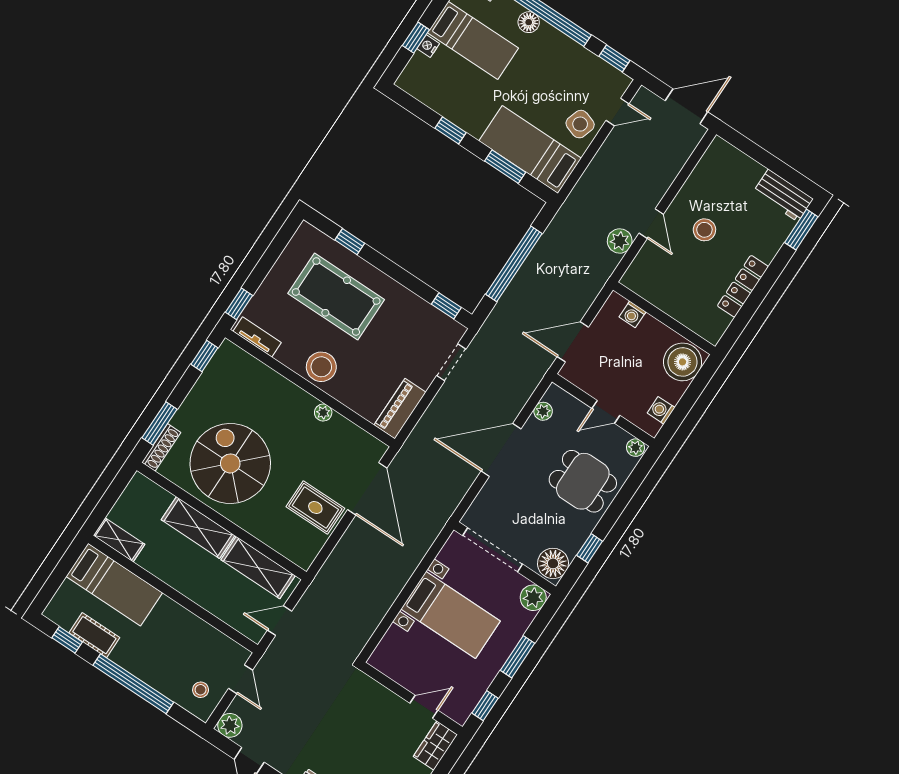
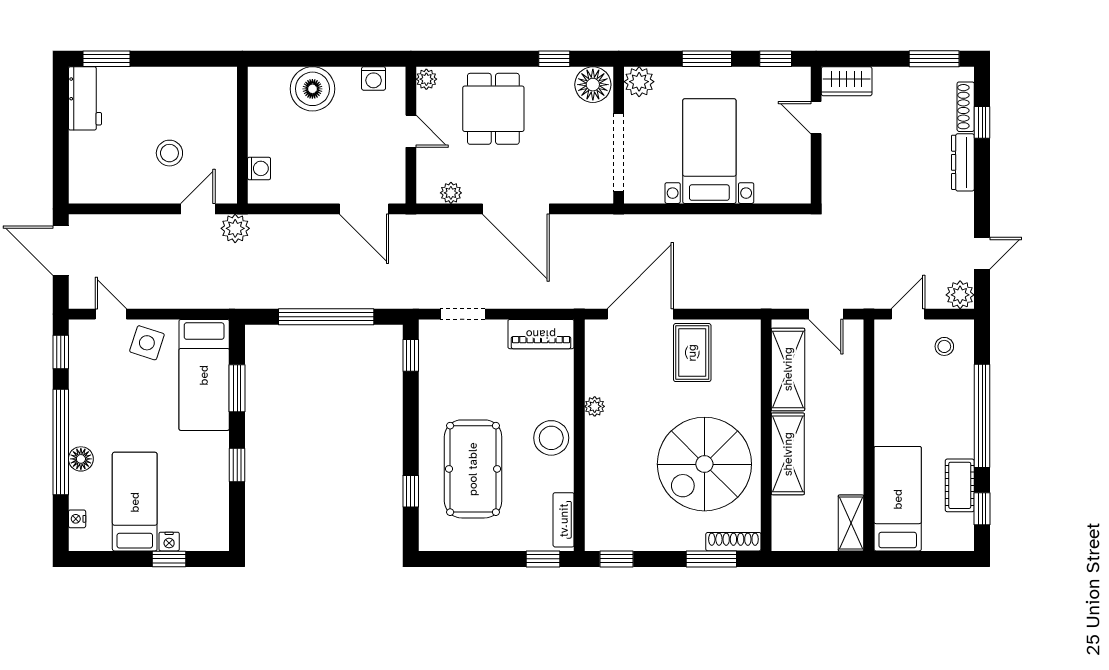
locker: (743, 286) -> (200, 79), removed
washing machine: (632, 314) -> (259, 168), moved
wall: (664, 318) -> (242, 135), moved

